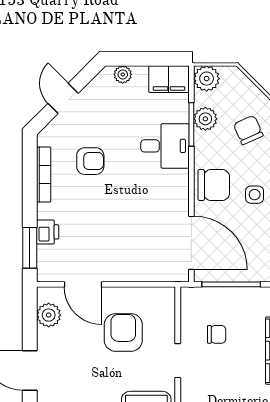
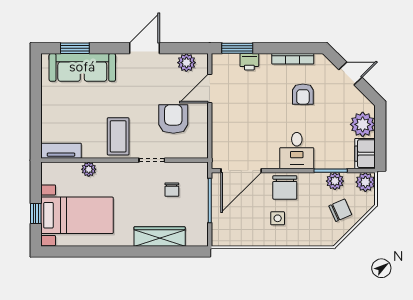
plant: (123, 74) -> (363, 124), width x1.88, depth x1.88
chair: (248, 130) -> (340, 210), moved
desk: (165, 146) -> (297, 151), moved
armchair: (123, 332) -> (173, 119), turned -90

